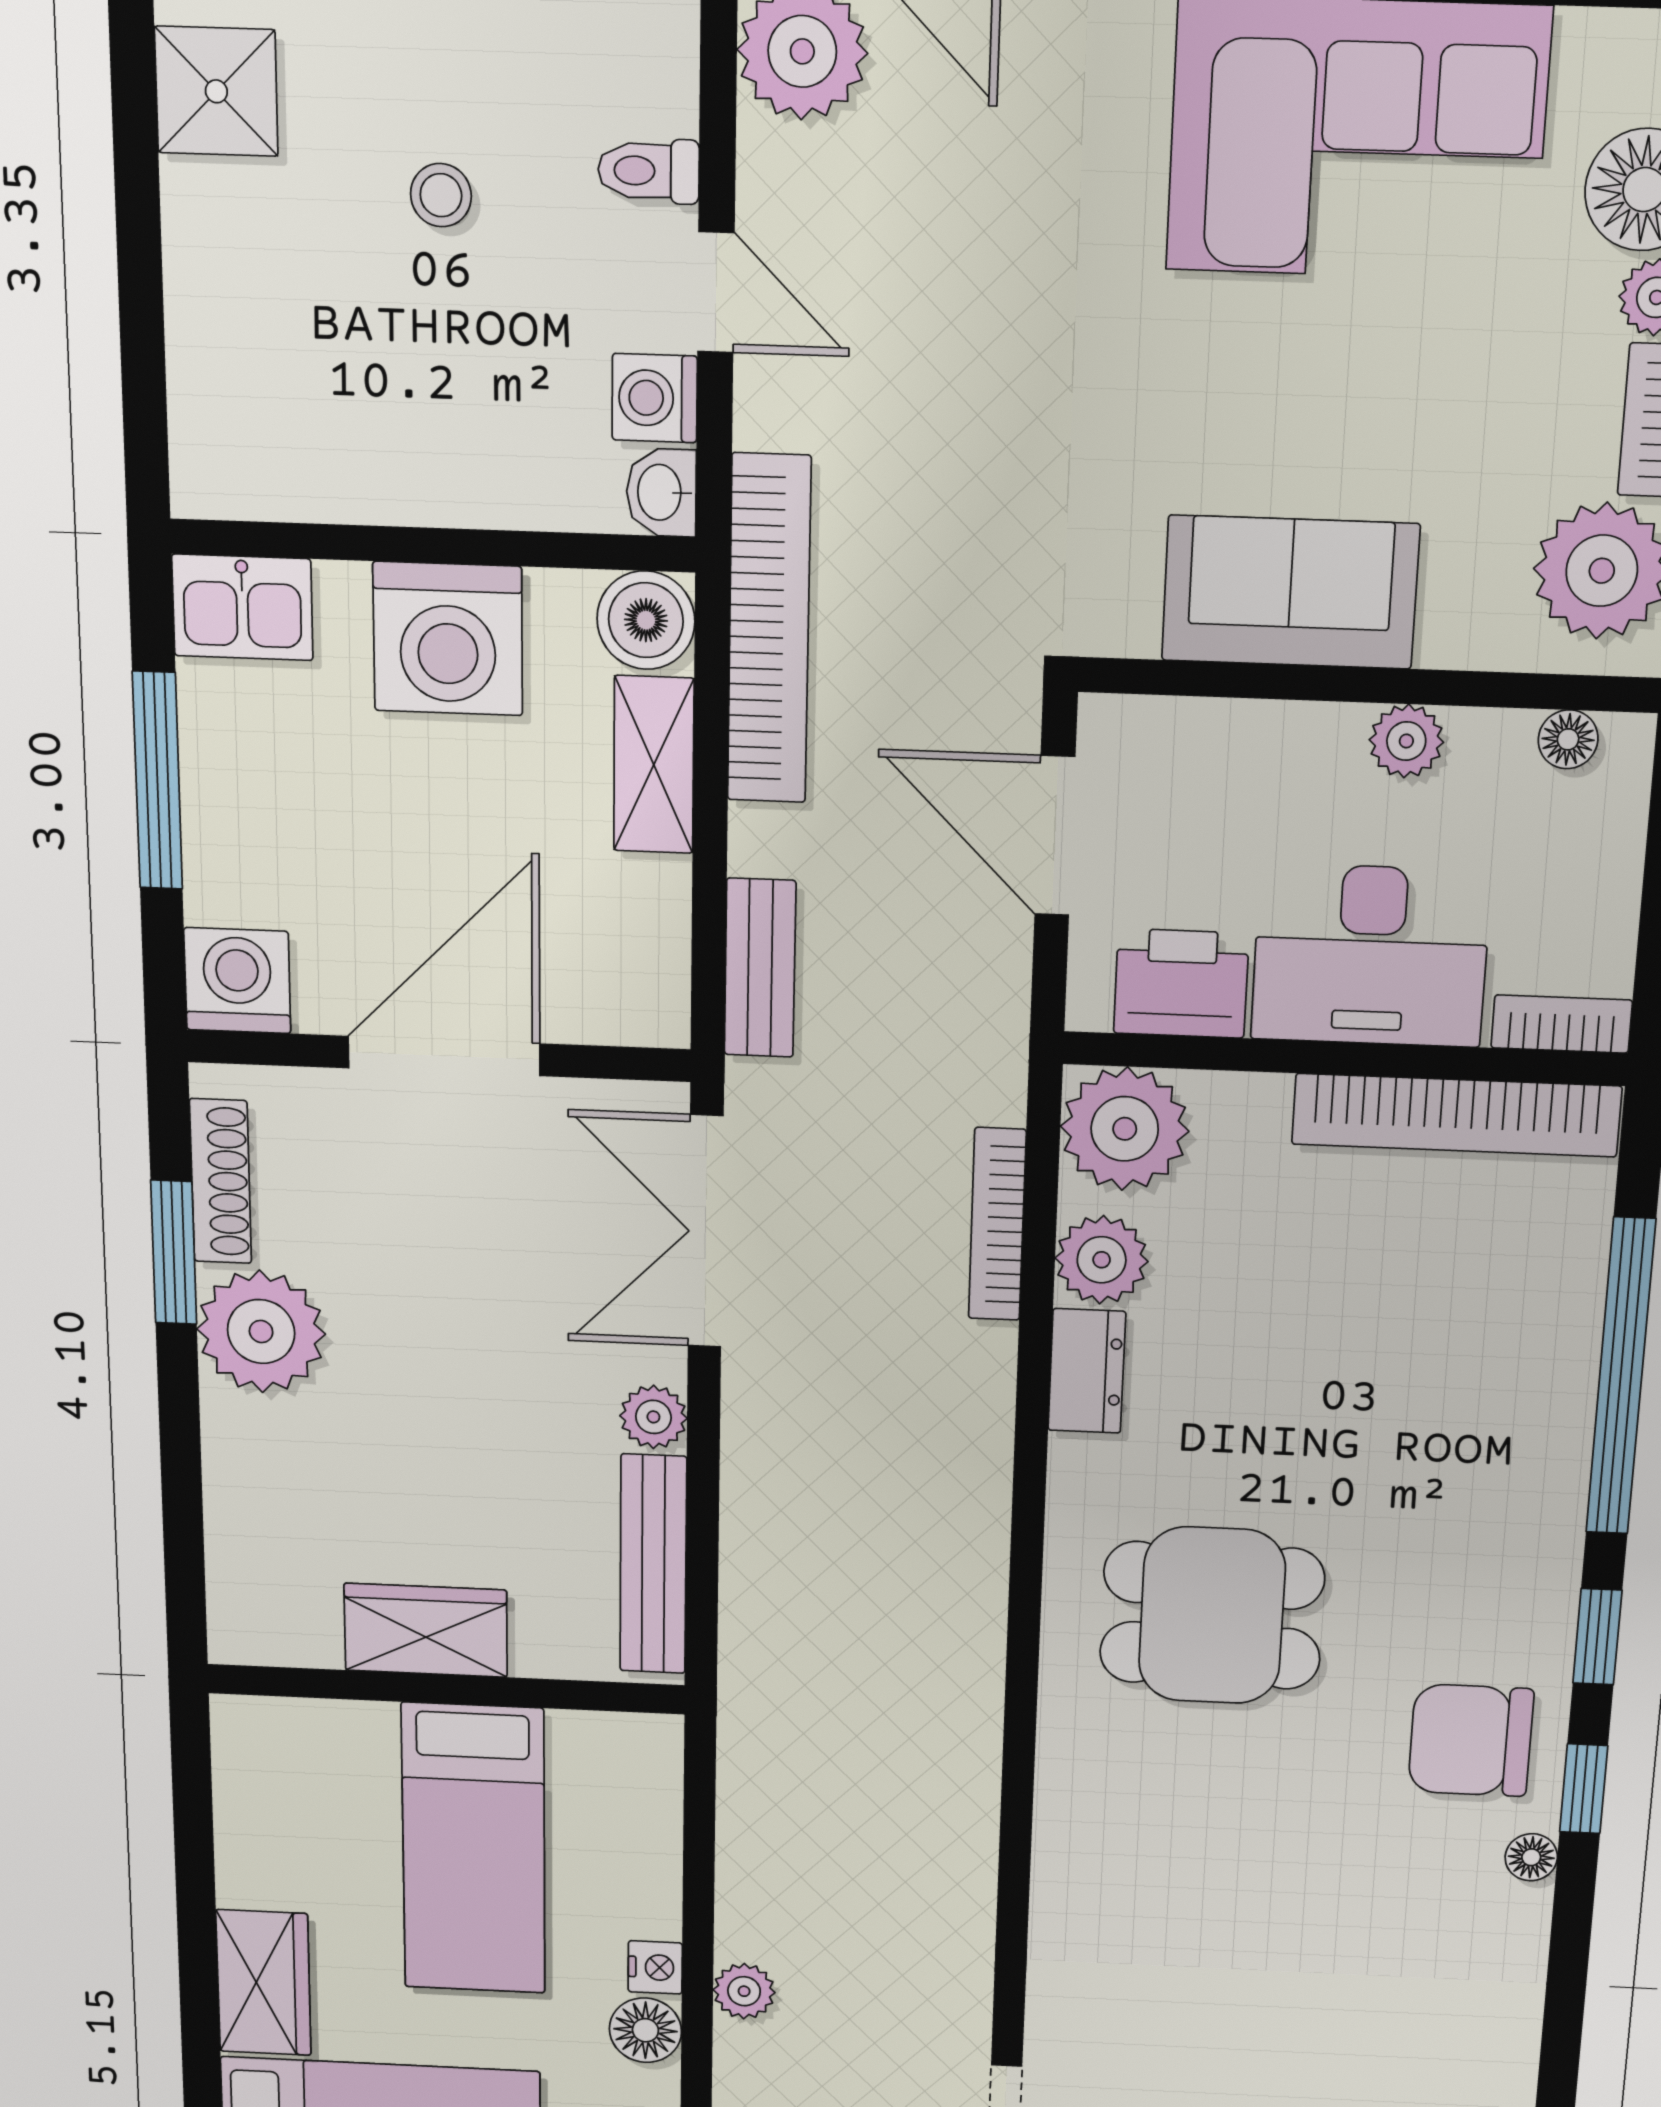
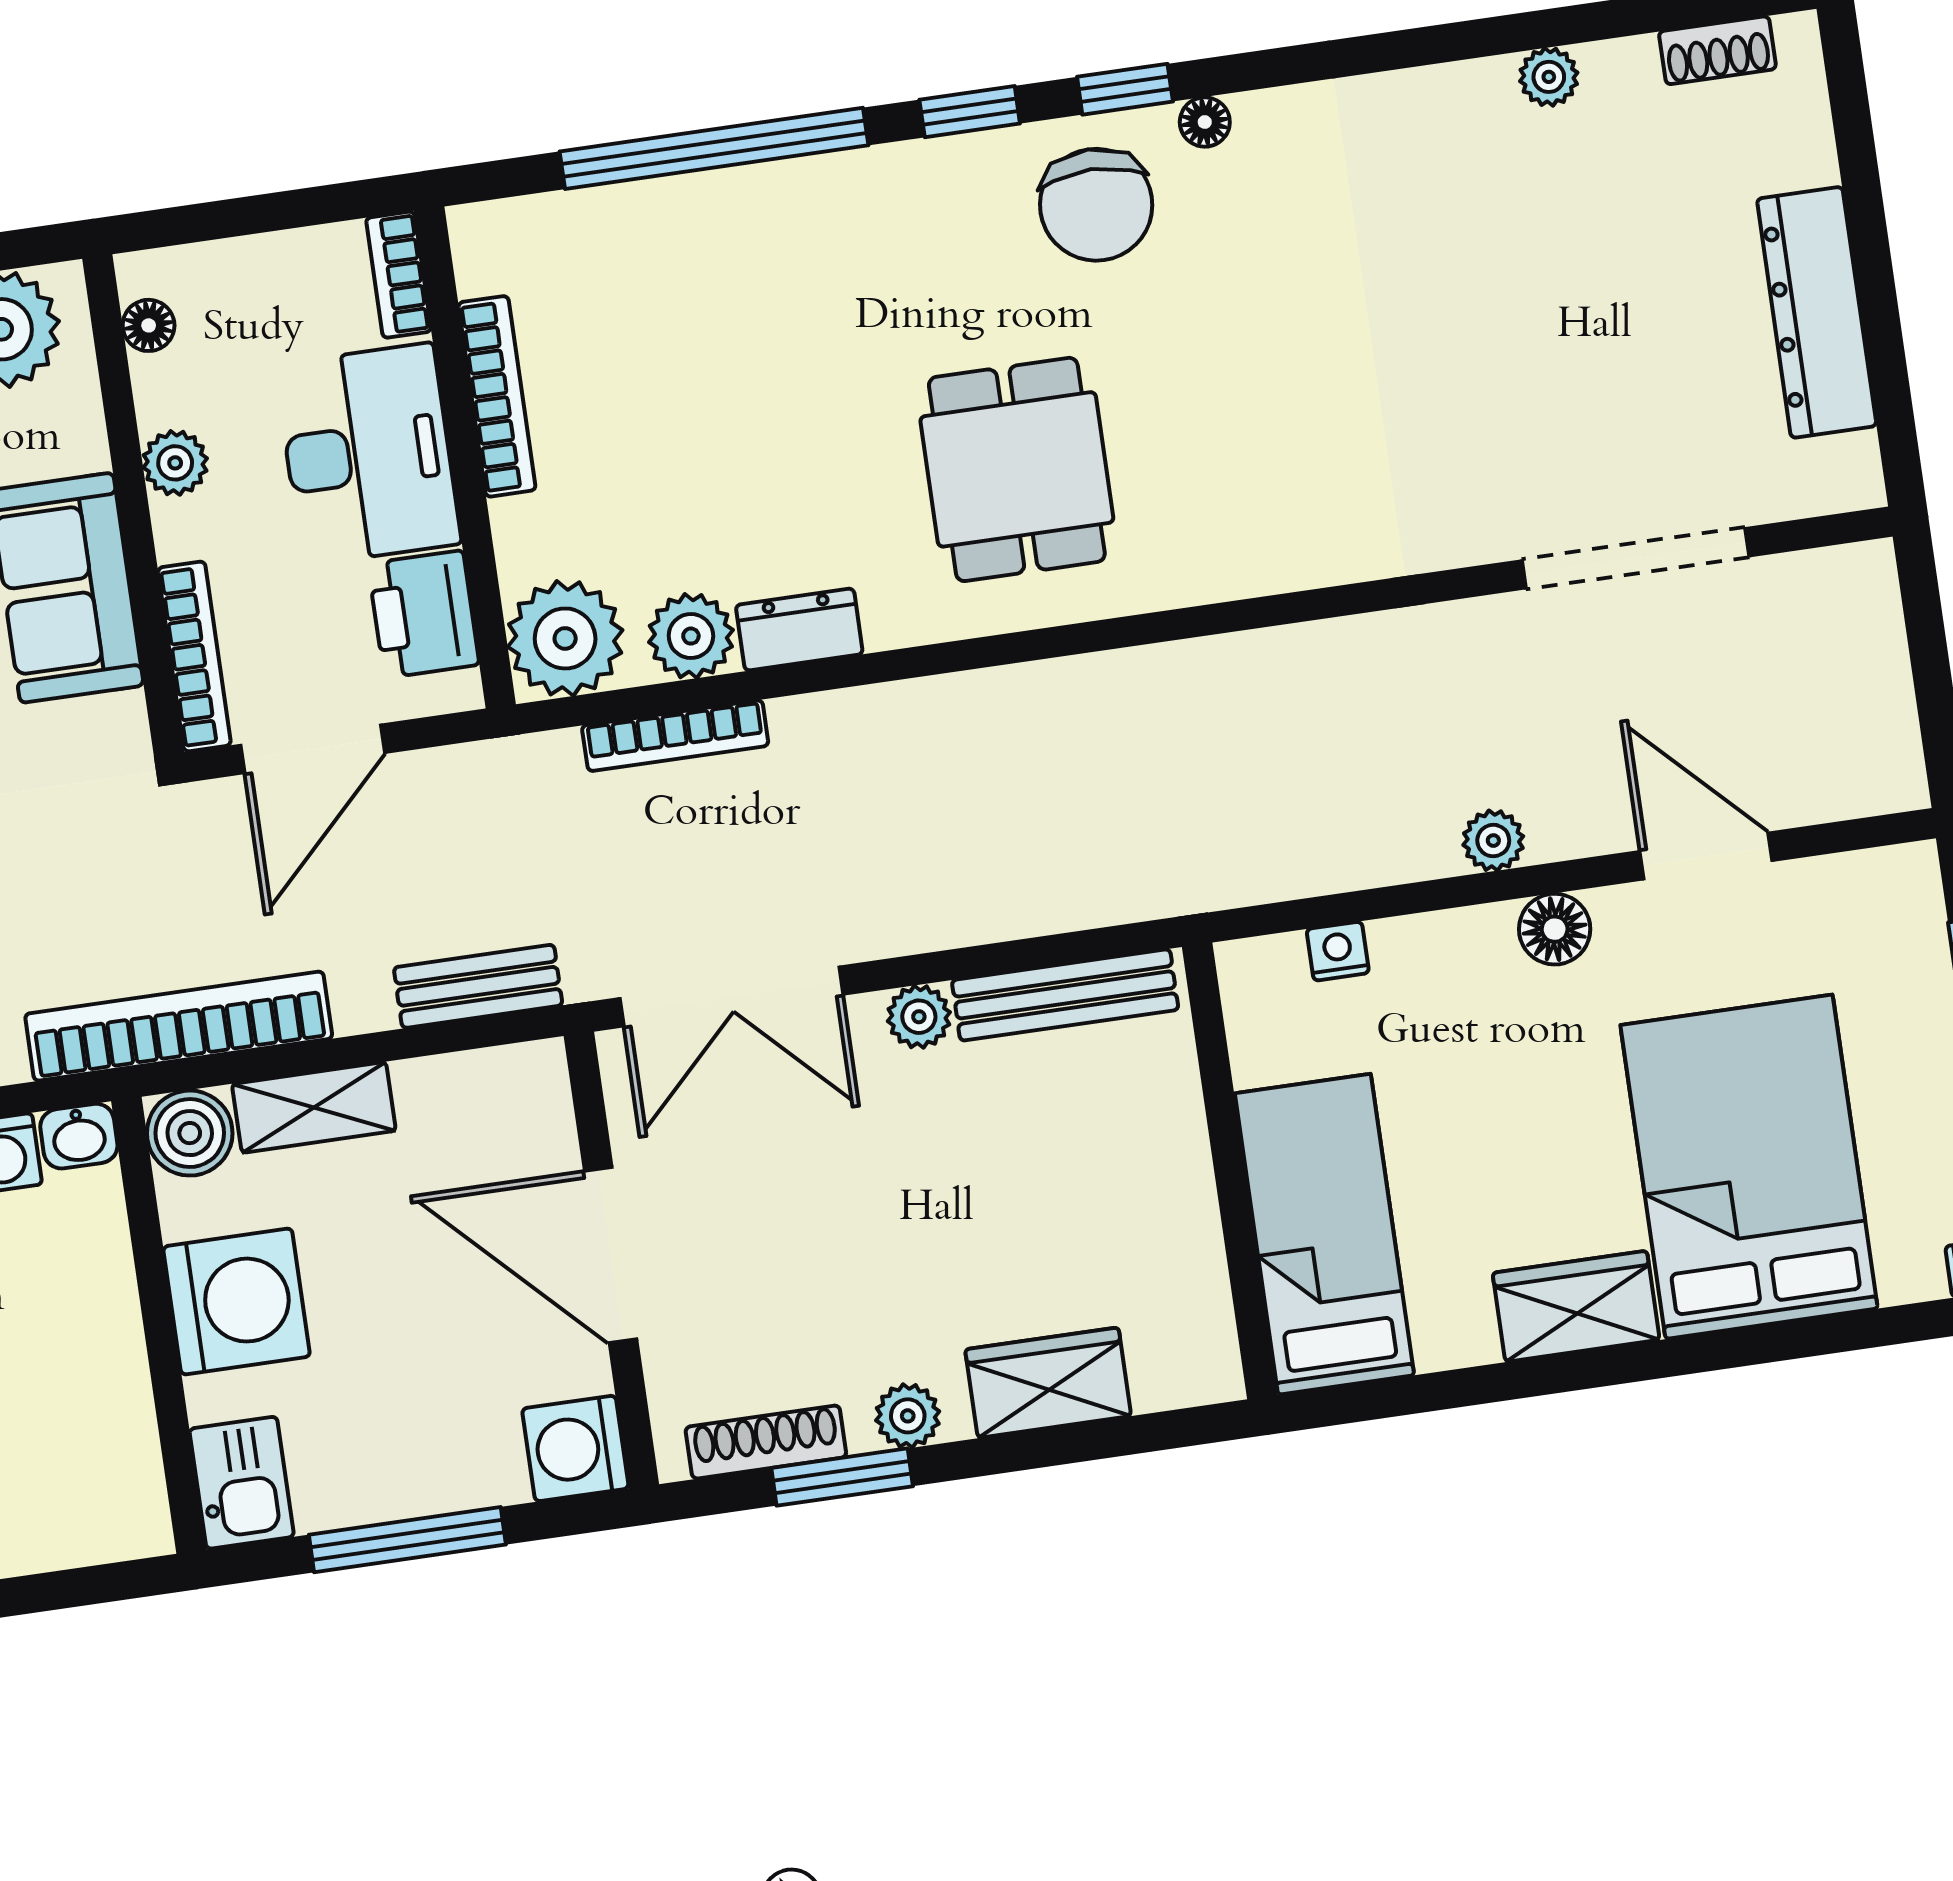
bookcase: (1184, 723) -> (194, 656), added
bookcase: (1456, 1115) -> (497, 396), width x0.68, depth x0.76
plant: (261, 1332) -> (908, 1416), width x0.53, depth x0.53
wardrobe: (426, 1630) -> (1048, 1383), moved, turned 90
bed: (474, 1849) -> (1324, 1234), moved, turned -90
nightstand: (655, 1967) -> (1338, 951), moved

